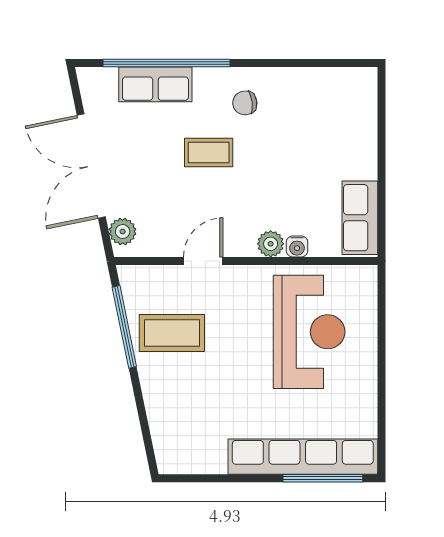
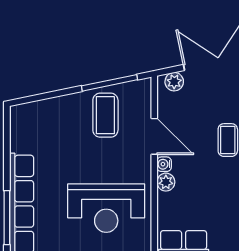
water cooler: (297, 246) -> (164, 164), moved
door: (203, 261) -> (154, 136), width x1.38

